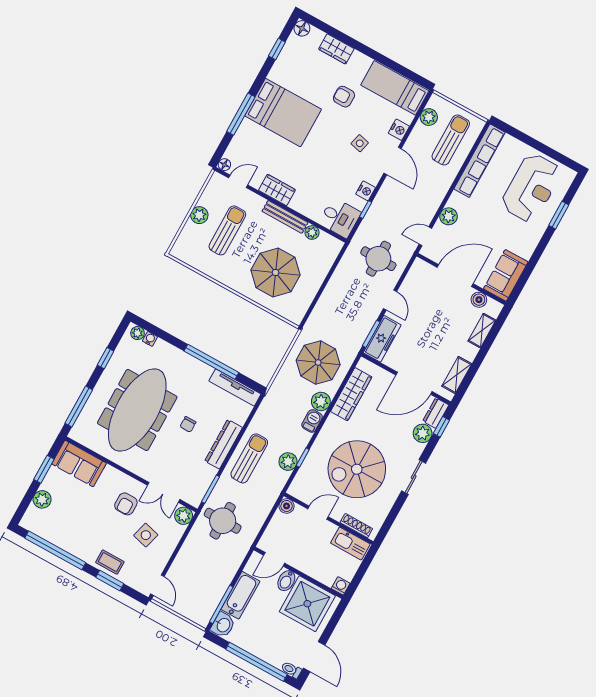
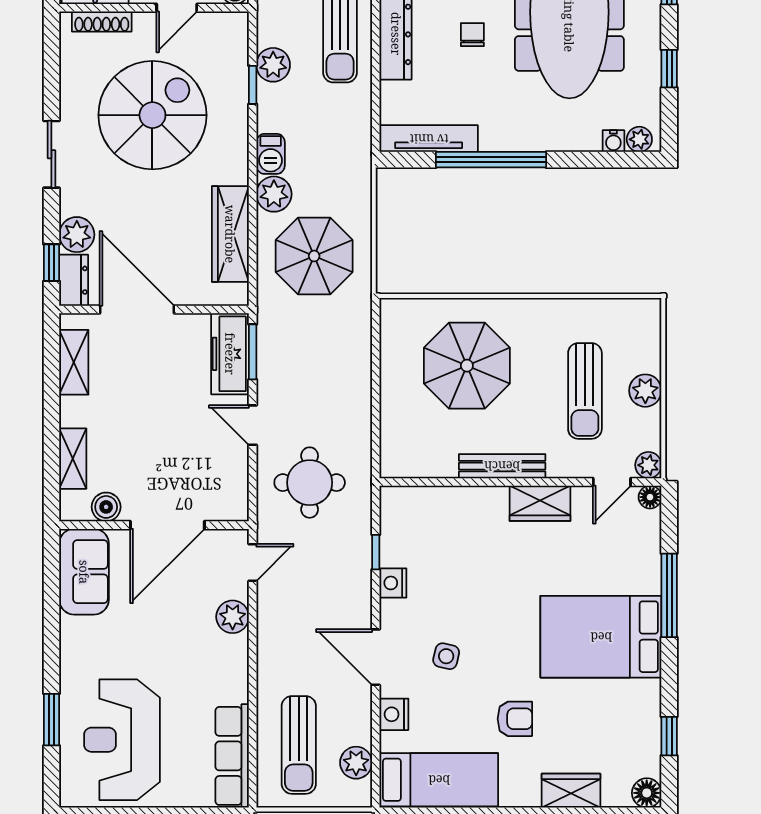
row of seats: (480, 161) -> (232, 756), width x0.73
desk: (340, 218) -> (411, 515), removed
plant: (312, 232) -> (648, 465), moved
door: (414, 383) -> (137, 310), hinge flipped

